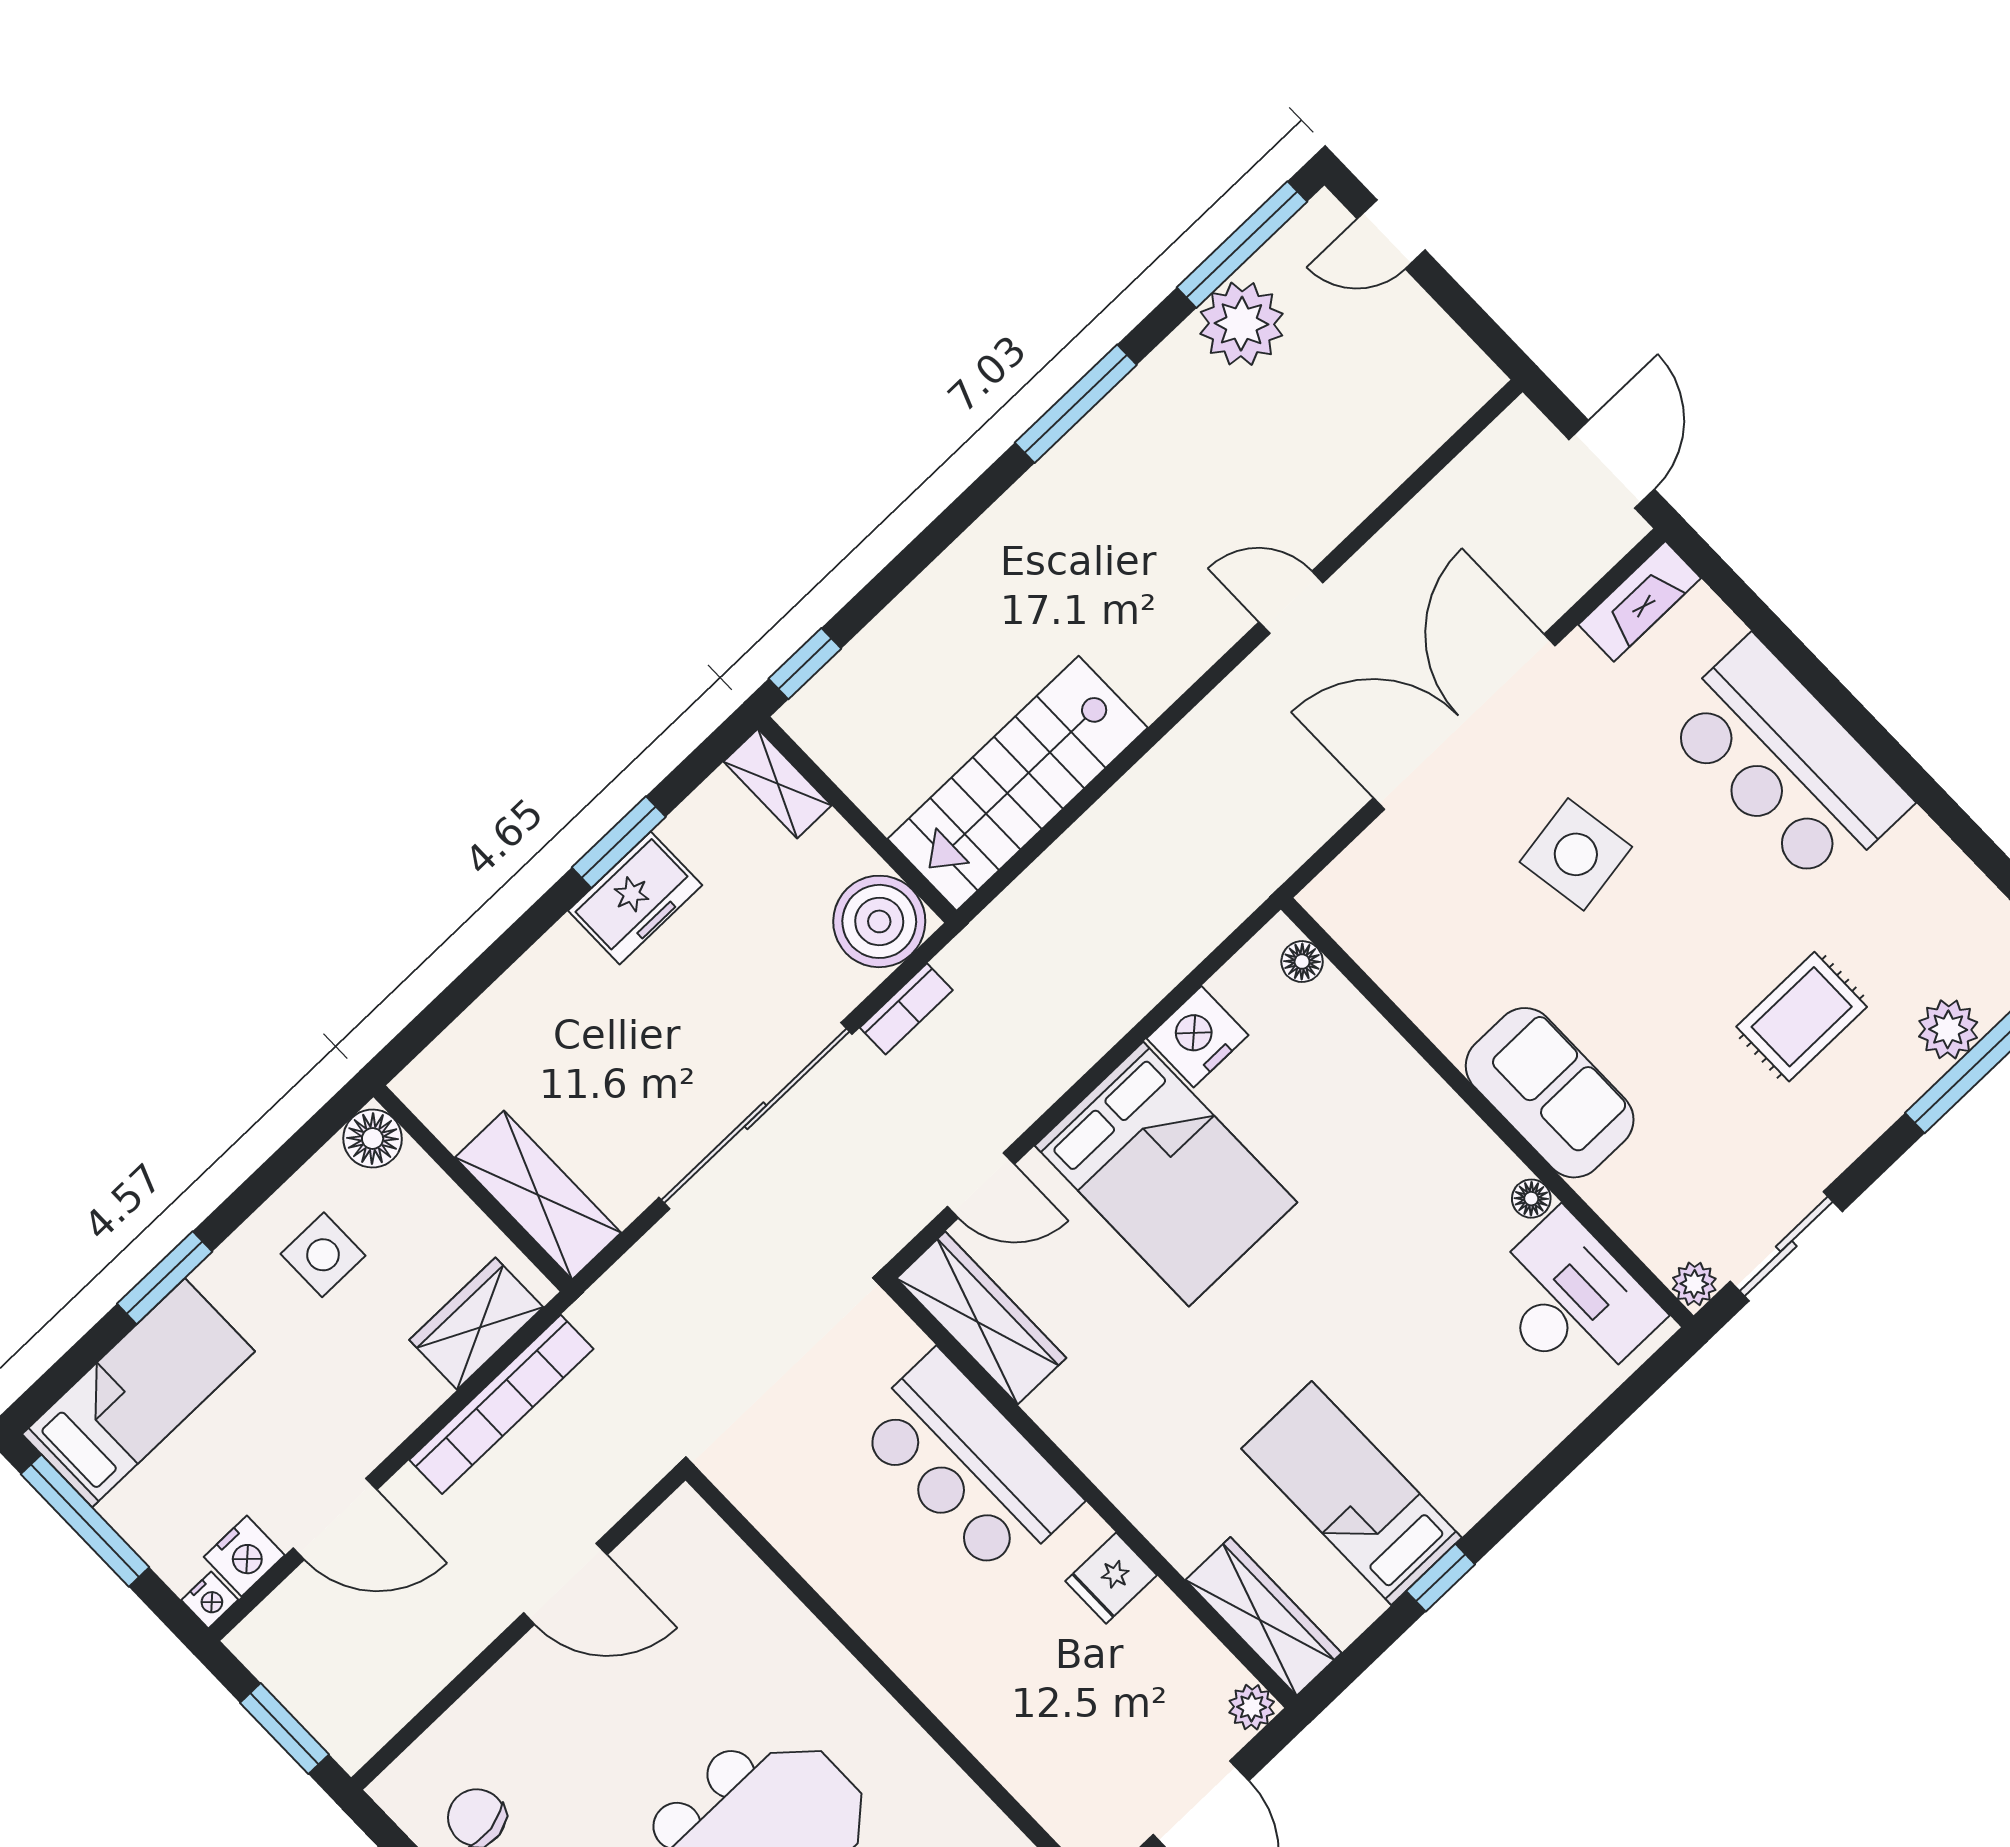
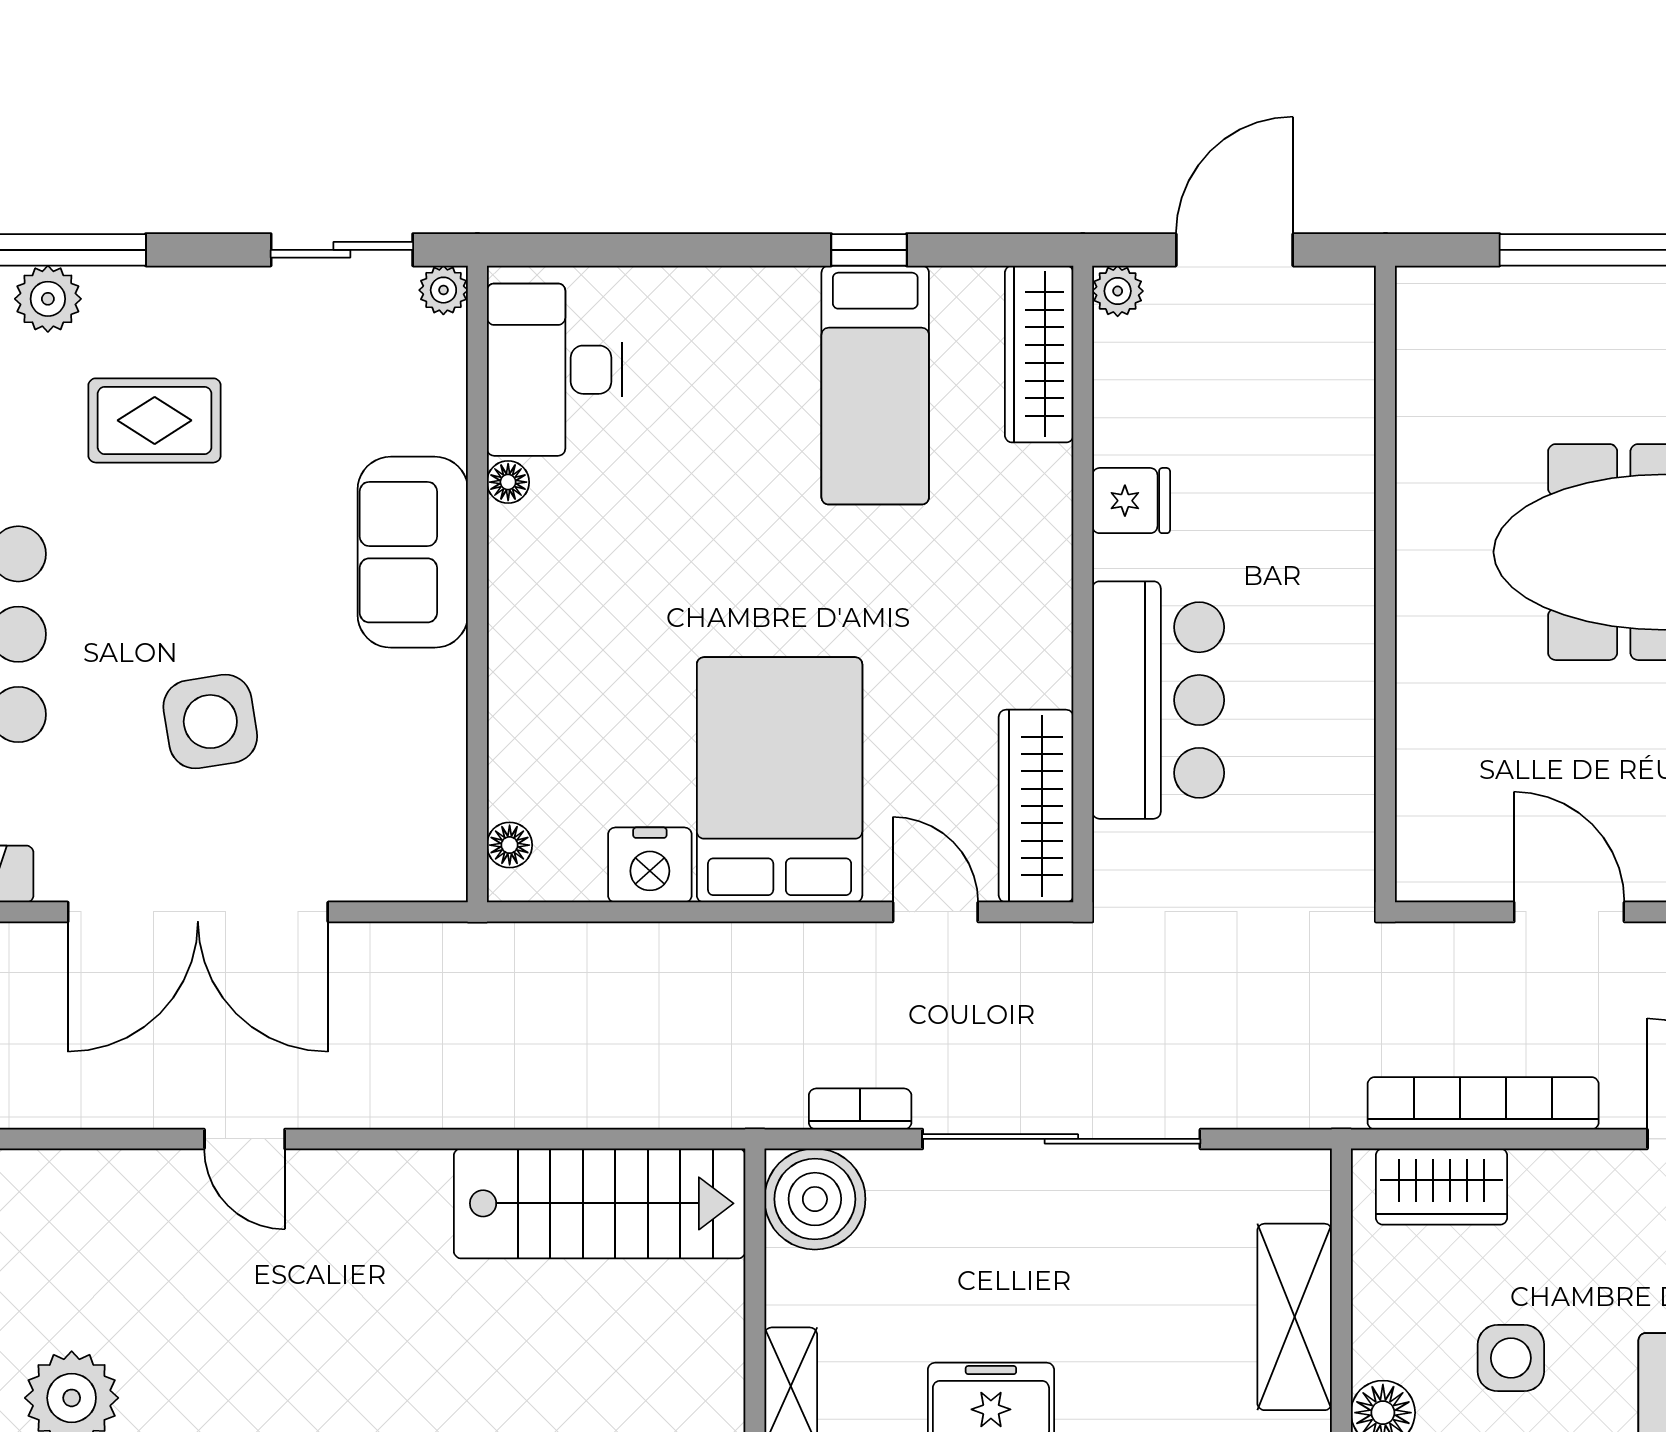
shelving: (538, 1195) -> (1295, 1317), moved

